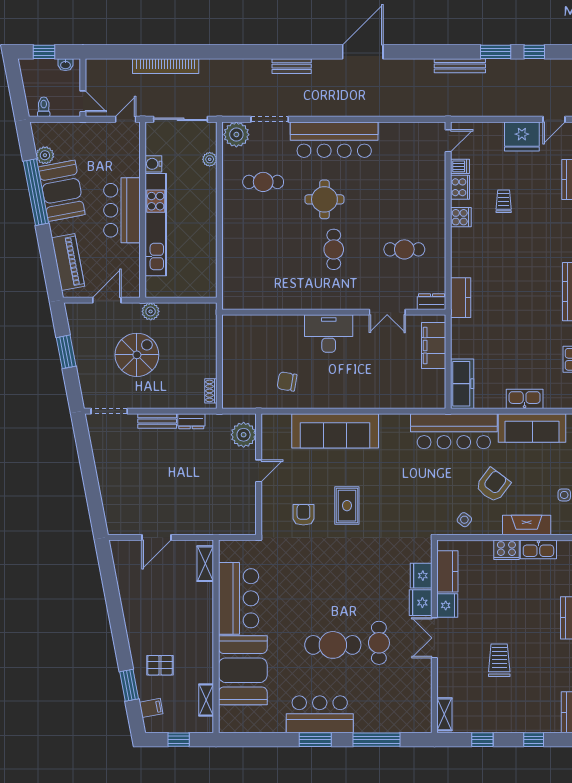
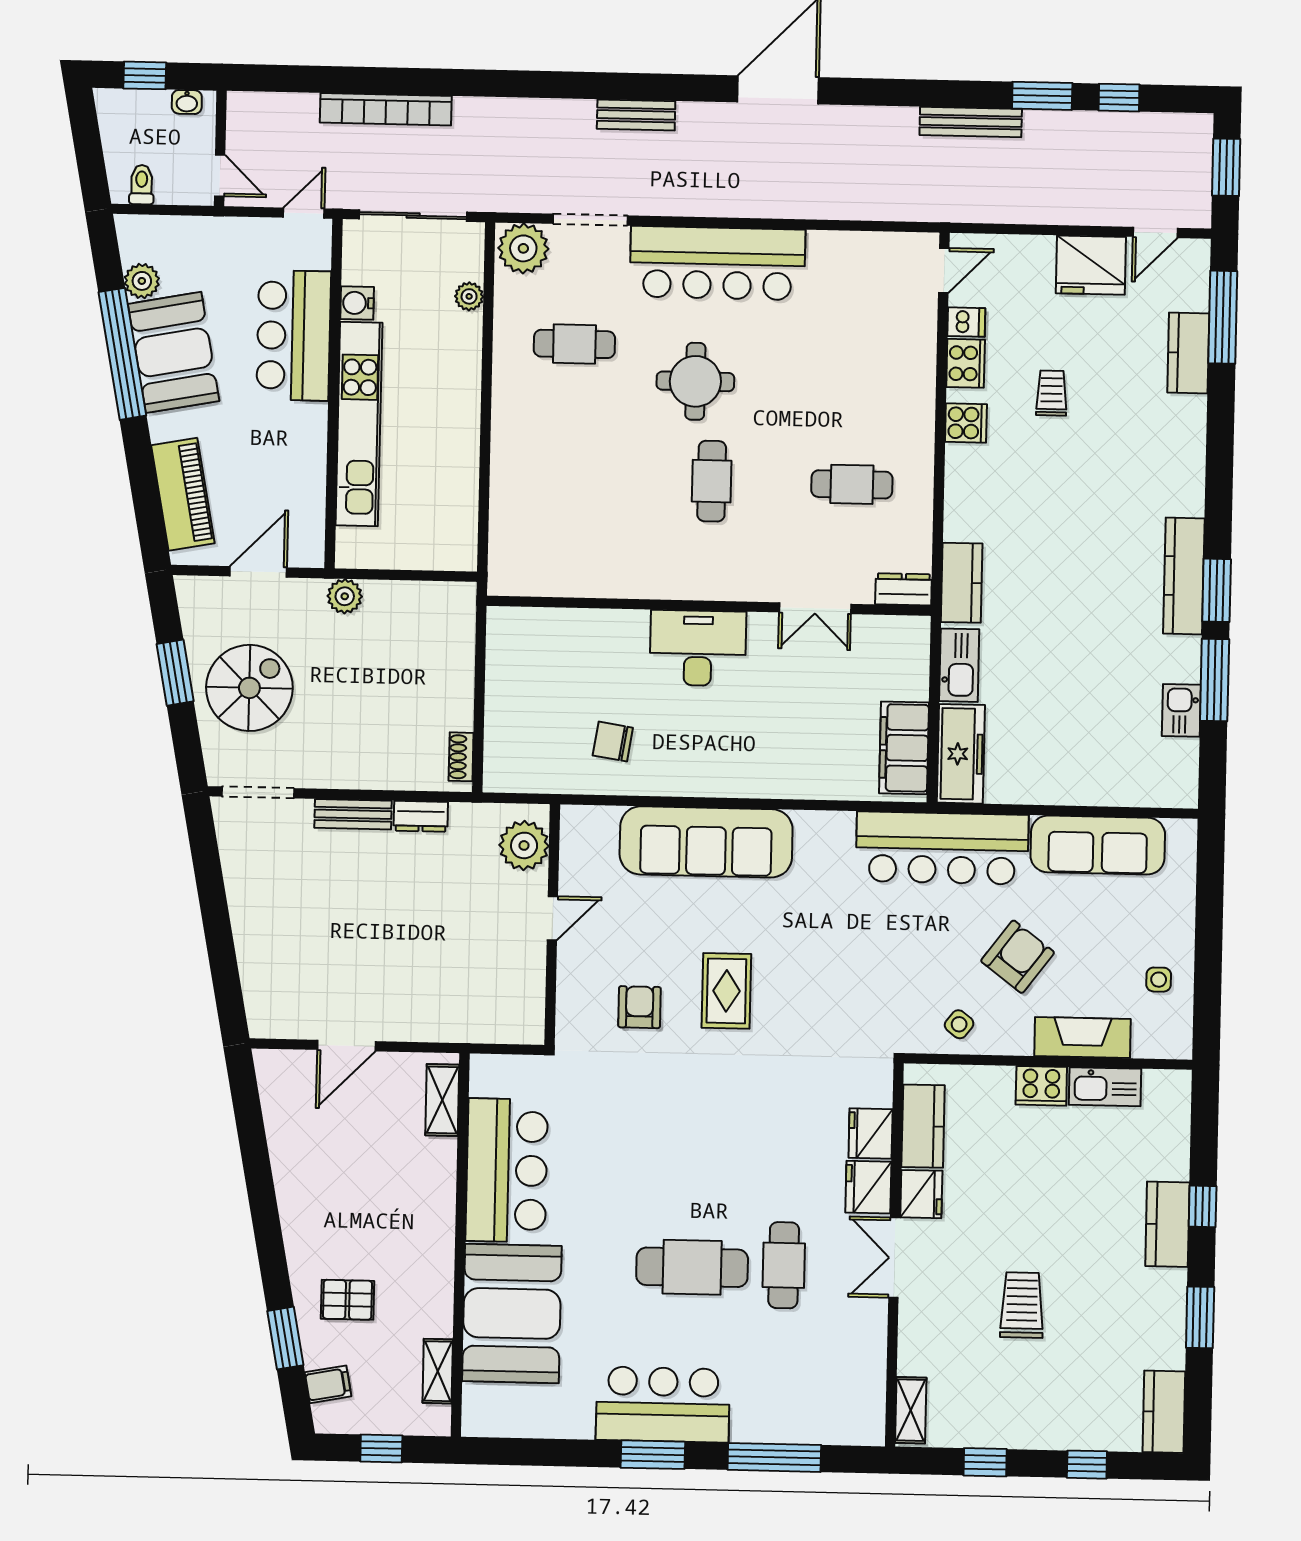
bar counter: (122, 210) -> (294, 335), moved
filing cabinet: (434, 345) -> (904, 748), moved
spiral stairs: (137, 355) -> (249, 688), moved
kitchen sink: (525, 399) -> (959, 665), moved, turned 90

